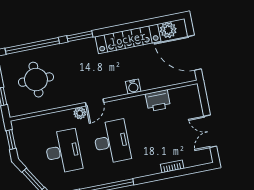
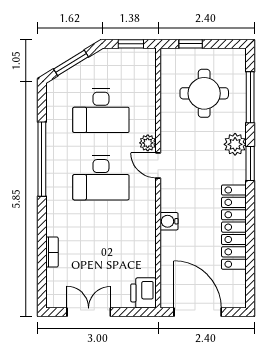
plant: (168, 30) -> (235, 144), moved
window: (32, 46) -> (250, 97), width x0.68
door: (194, 53) -> (198, 312), hinge flipped
printer: (158, 101) -> (143, 293), moved

